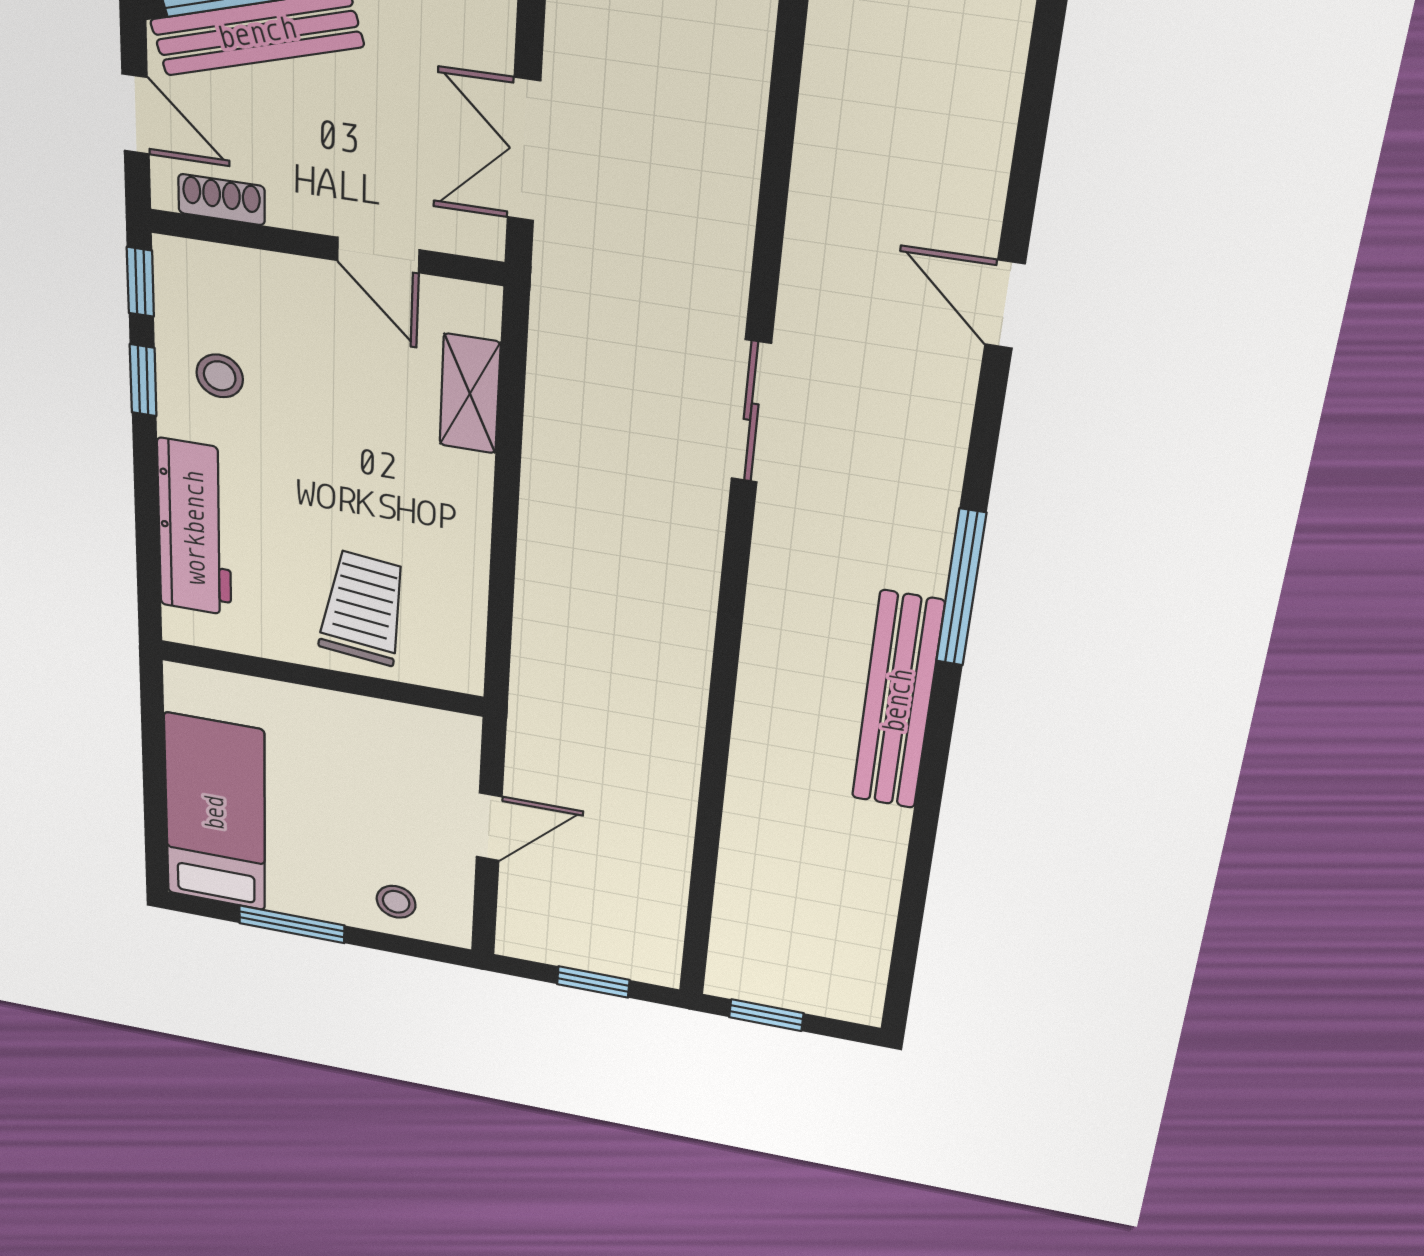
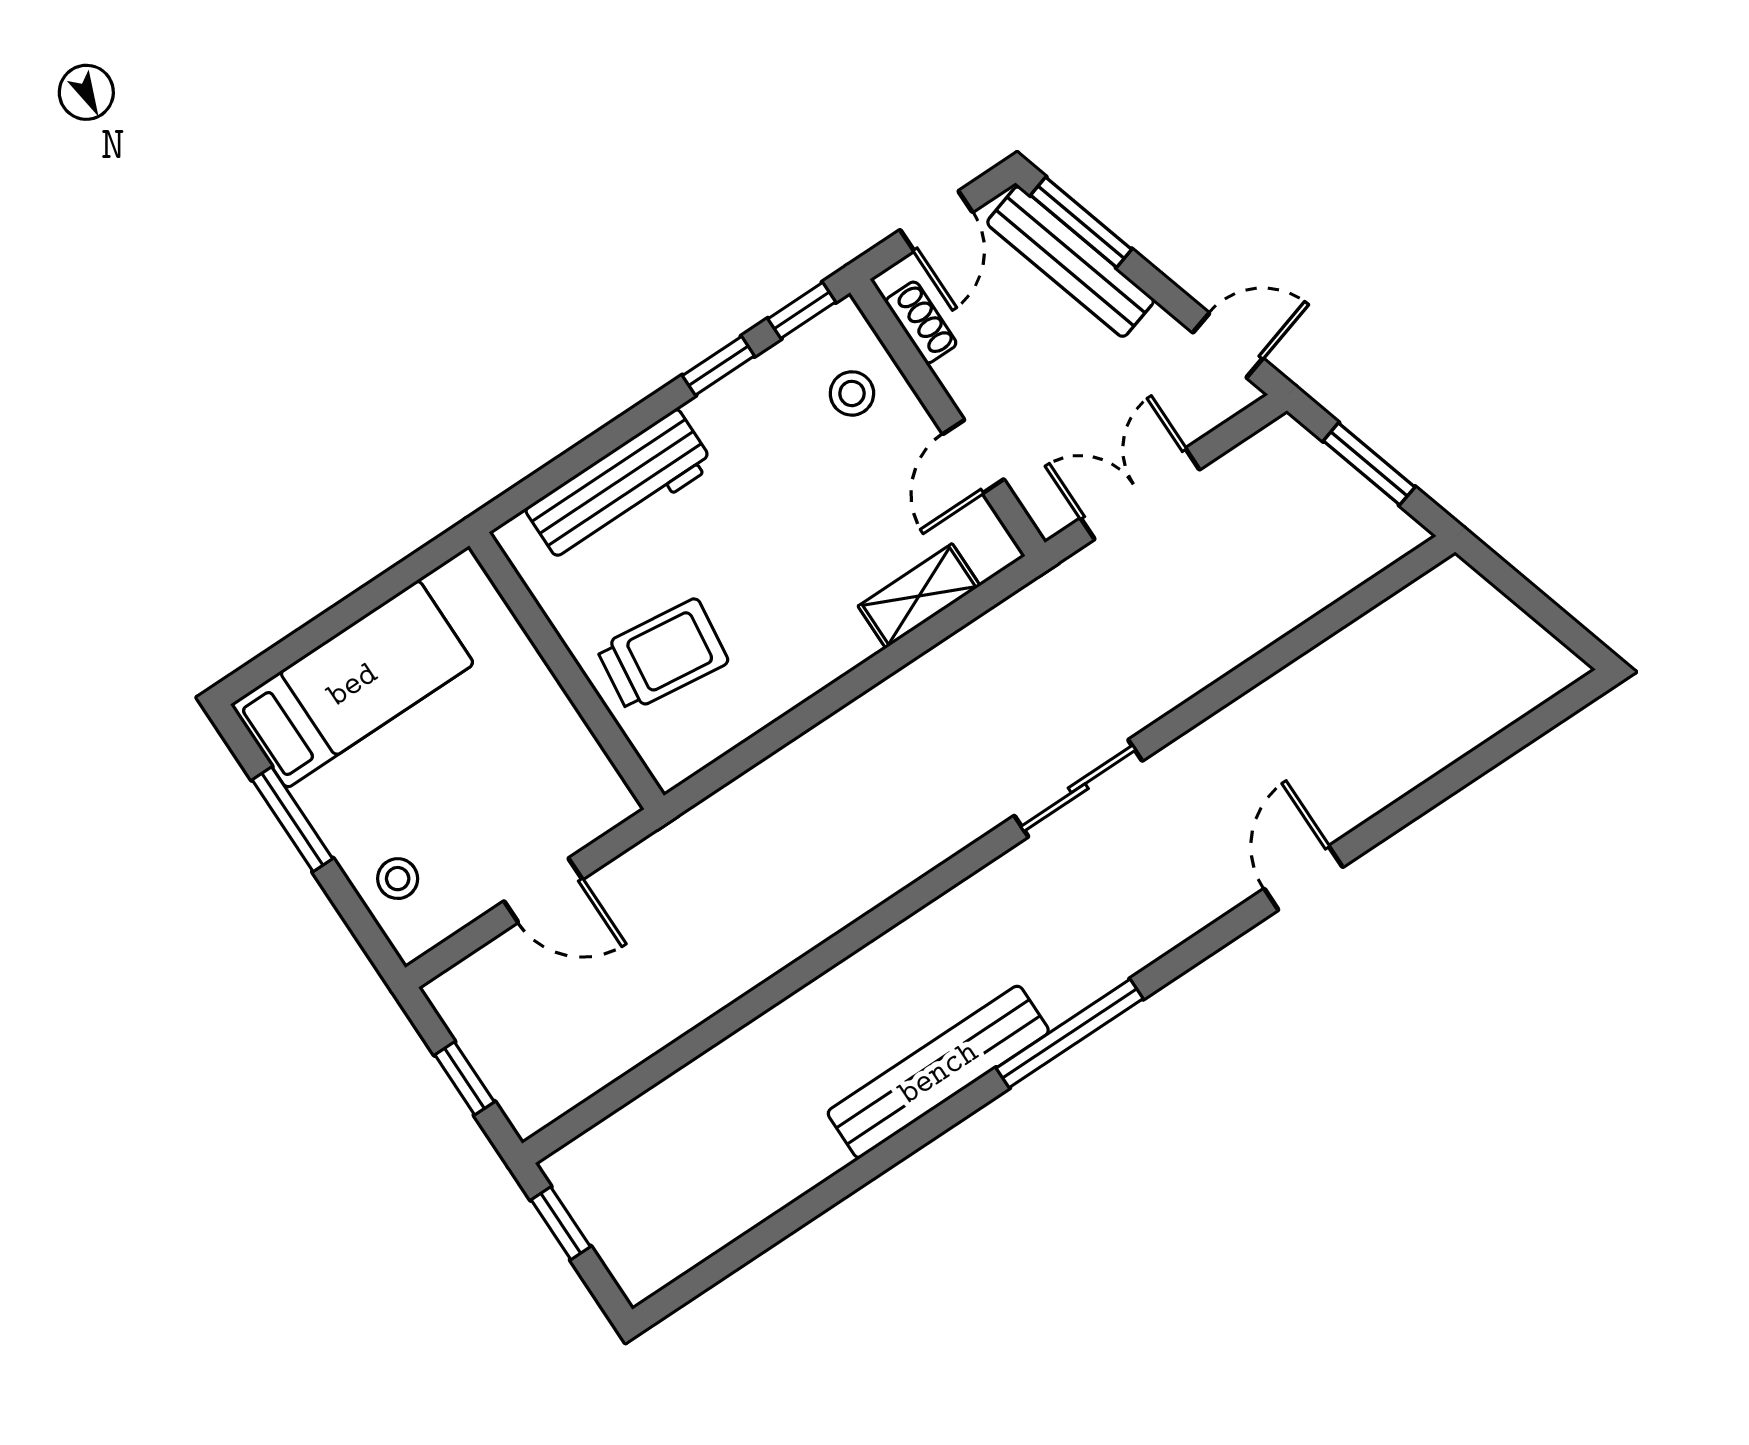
stool: (220, 376) -> (852, 393), moved

